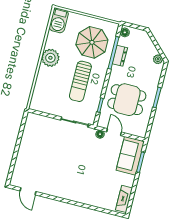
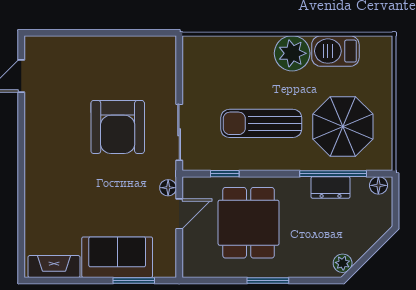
barbecue: (59, 20) -> (335, 51), moved
armchair: (65, 151) -> (118, 127), added
sofa: (130, 156) -> (117, 257), moved

